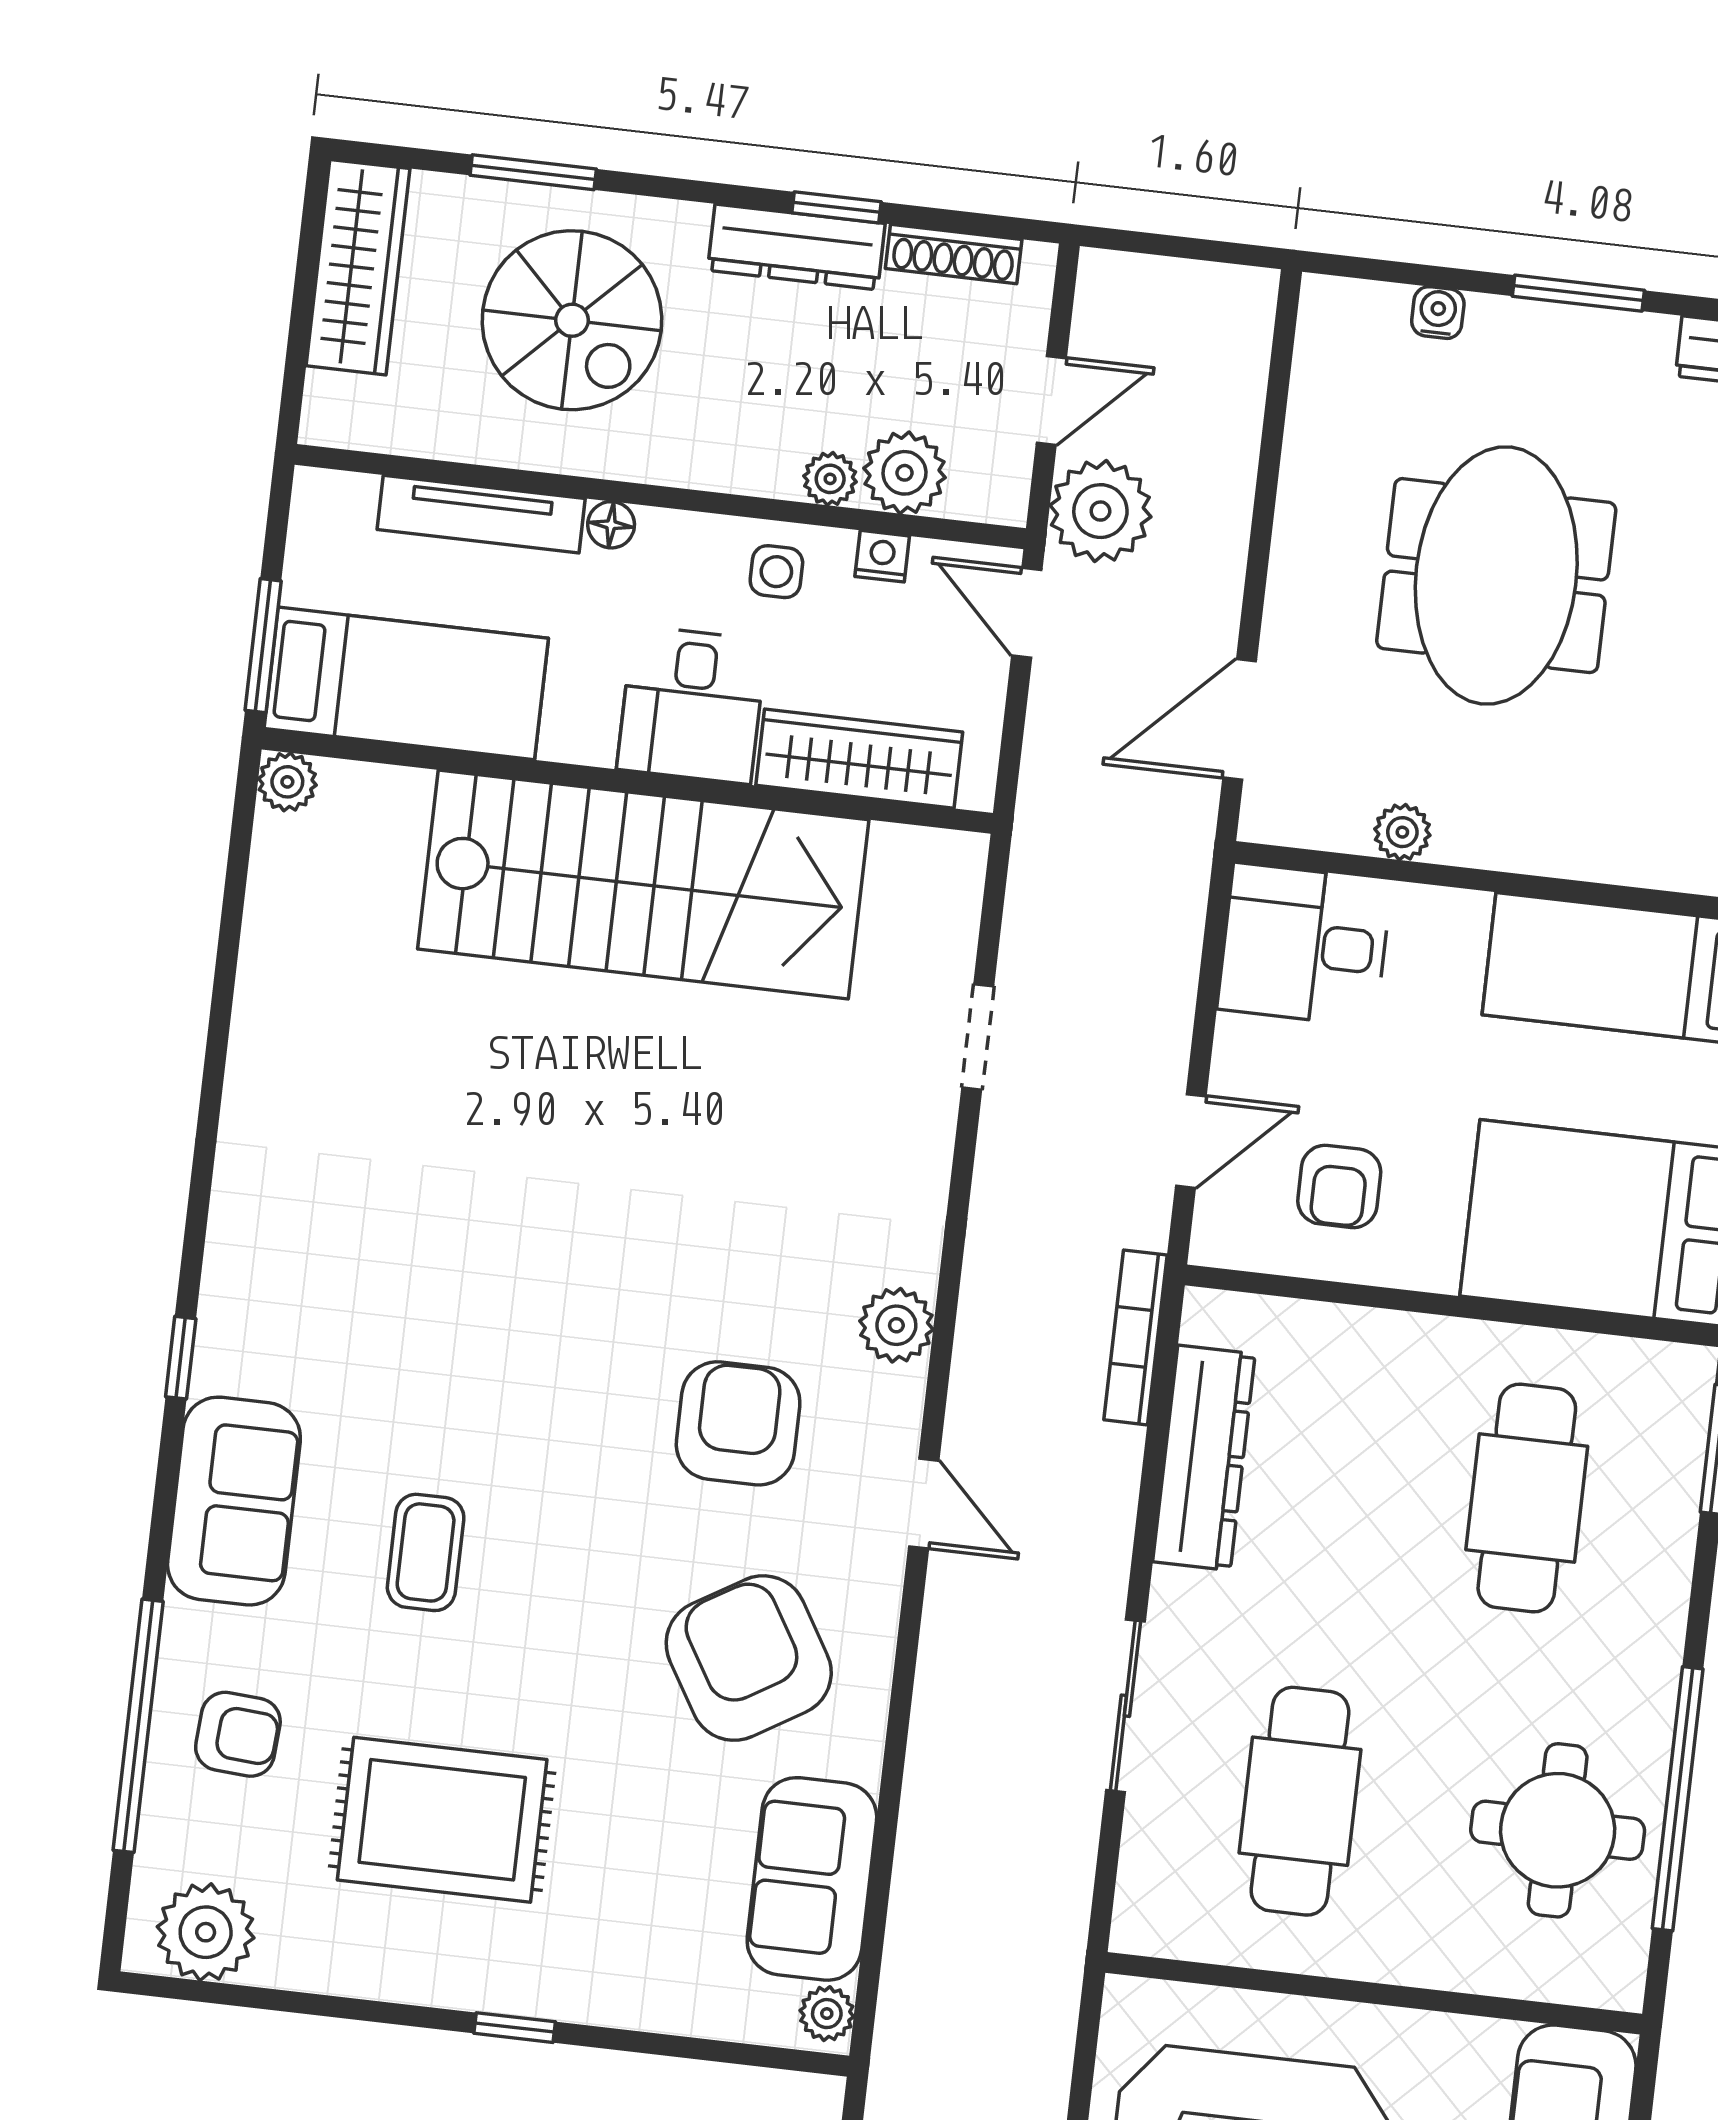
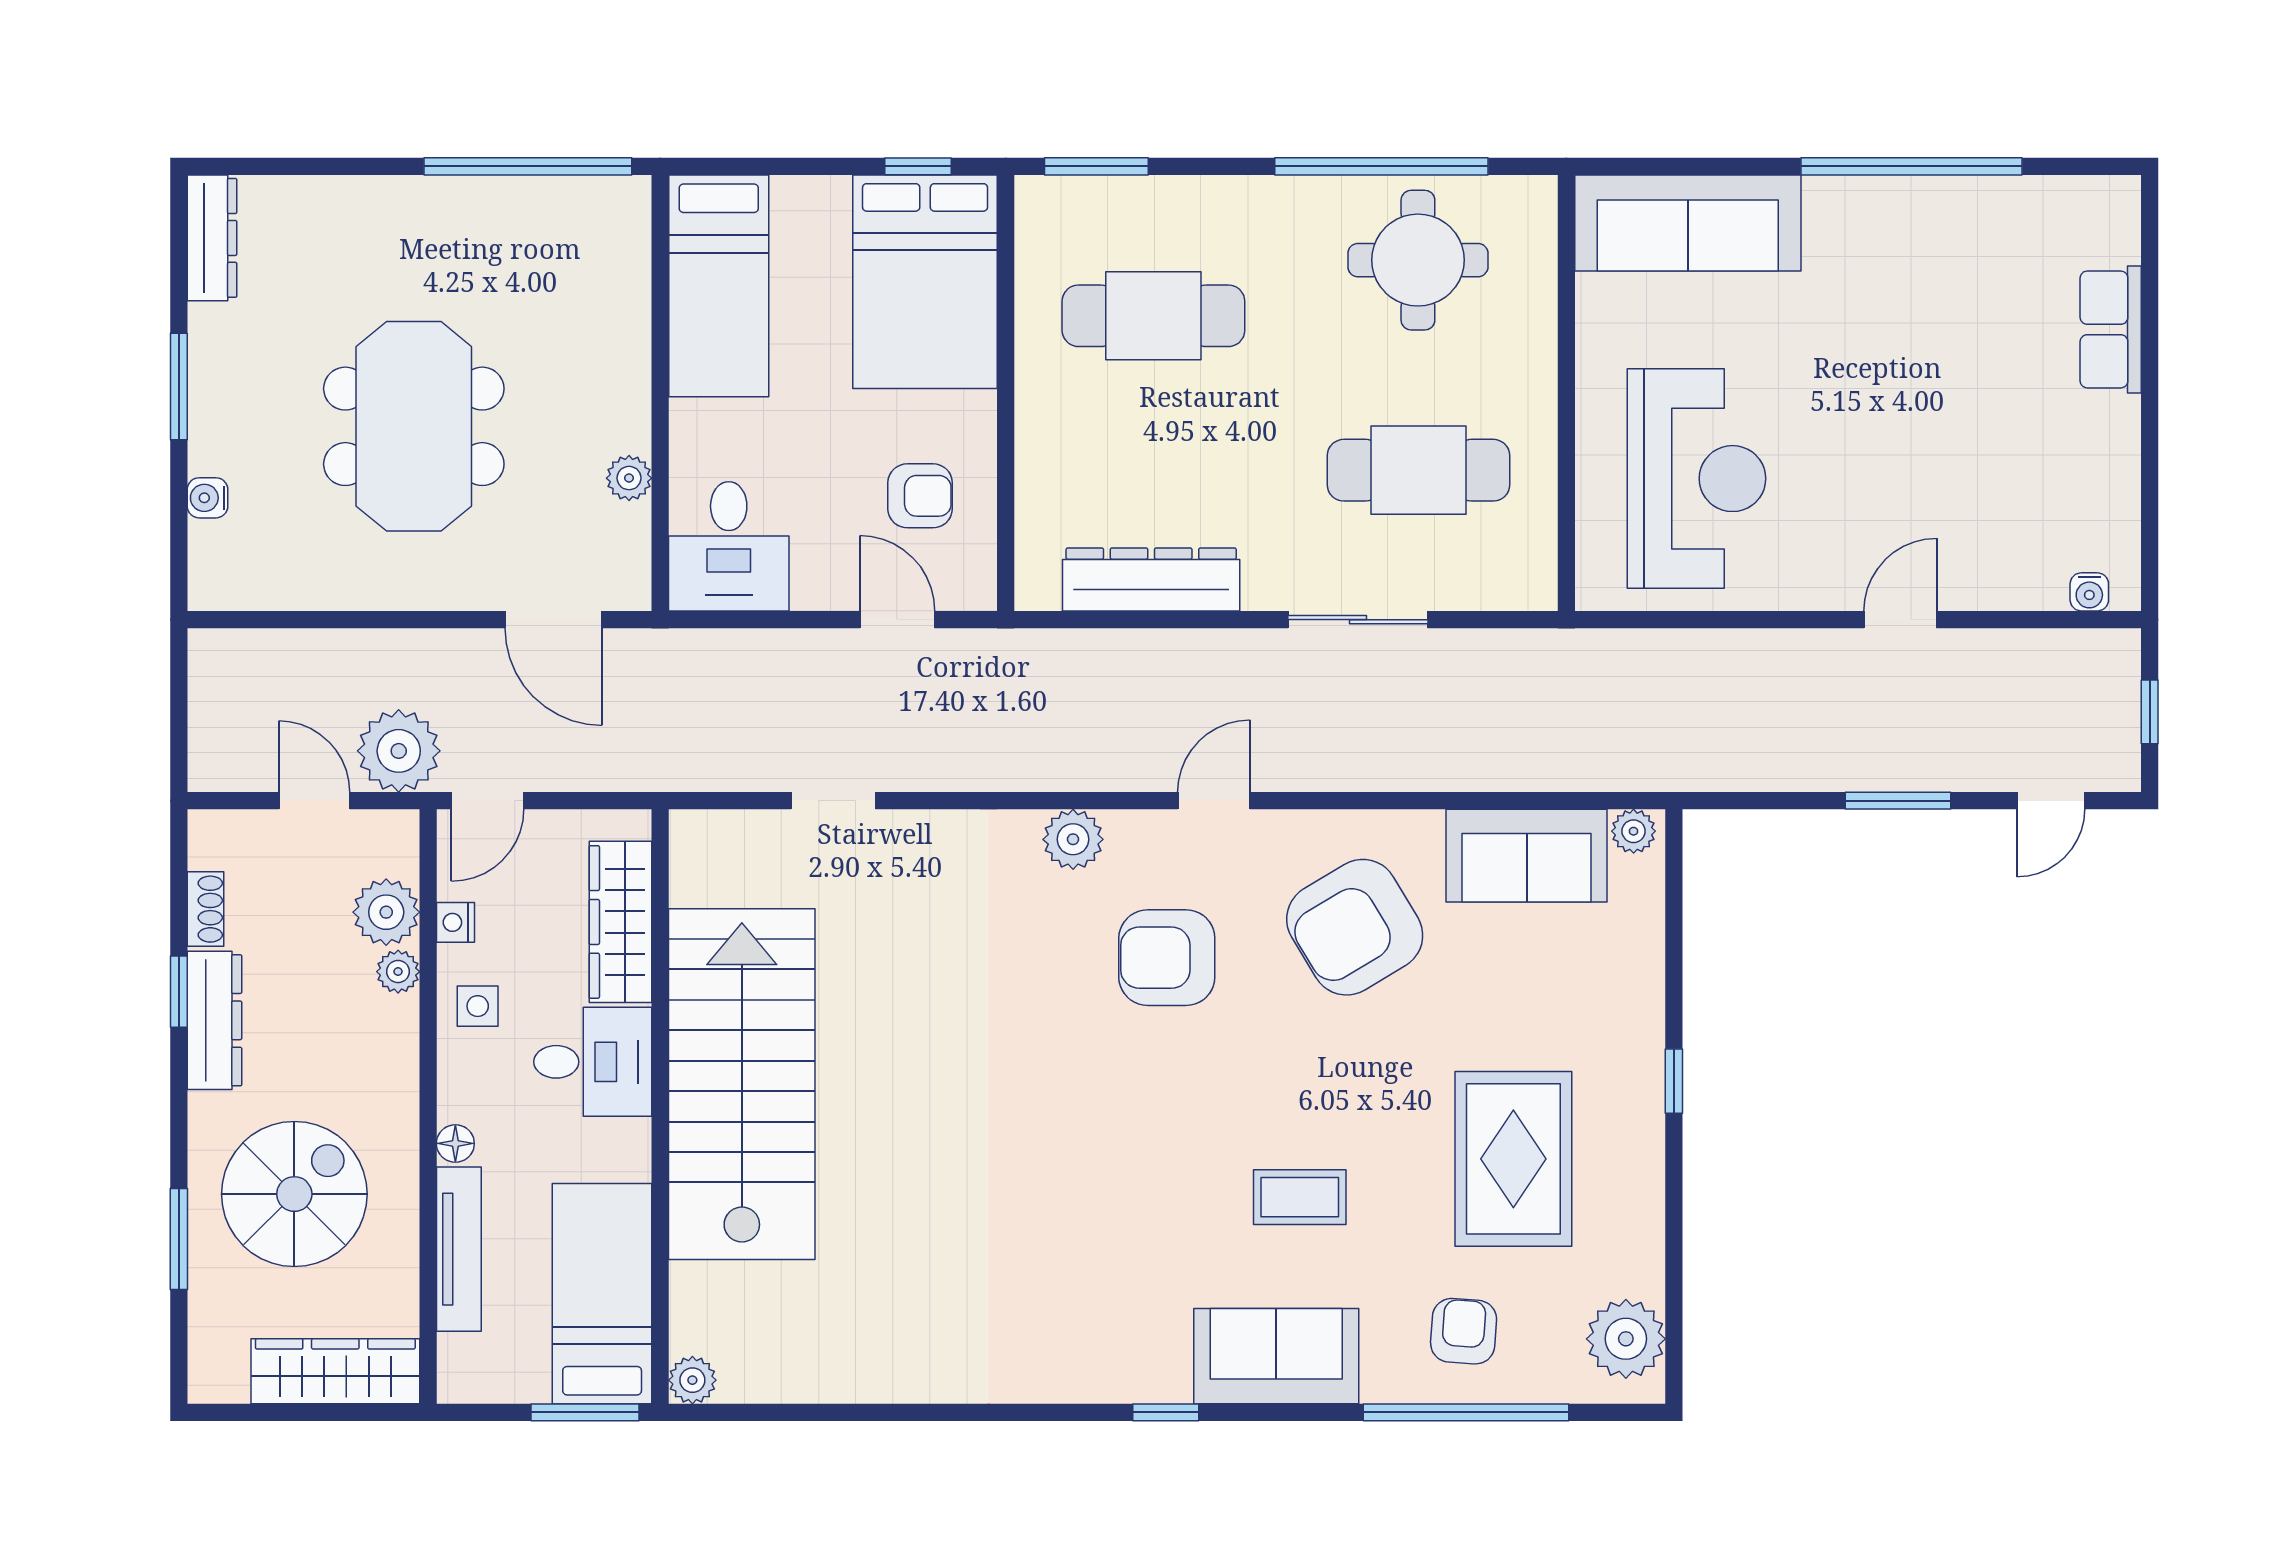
shoe rack: (954, 254) -> (206, 909), width x0.70
wardrobe: (358, 267) -> (335, 1371), moved
meeting table: (1496, 576) -> (414, 426), turned 90
bookcase: (1135, 1337) -> (1061, 646), removed

